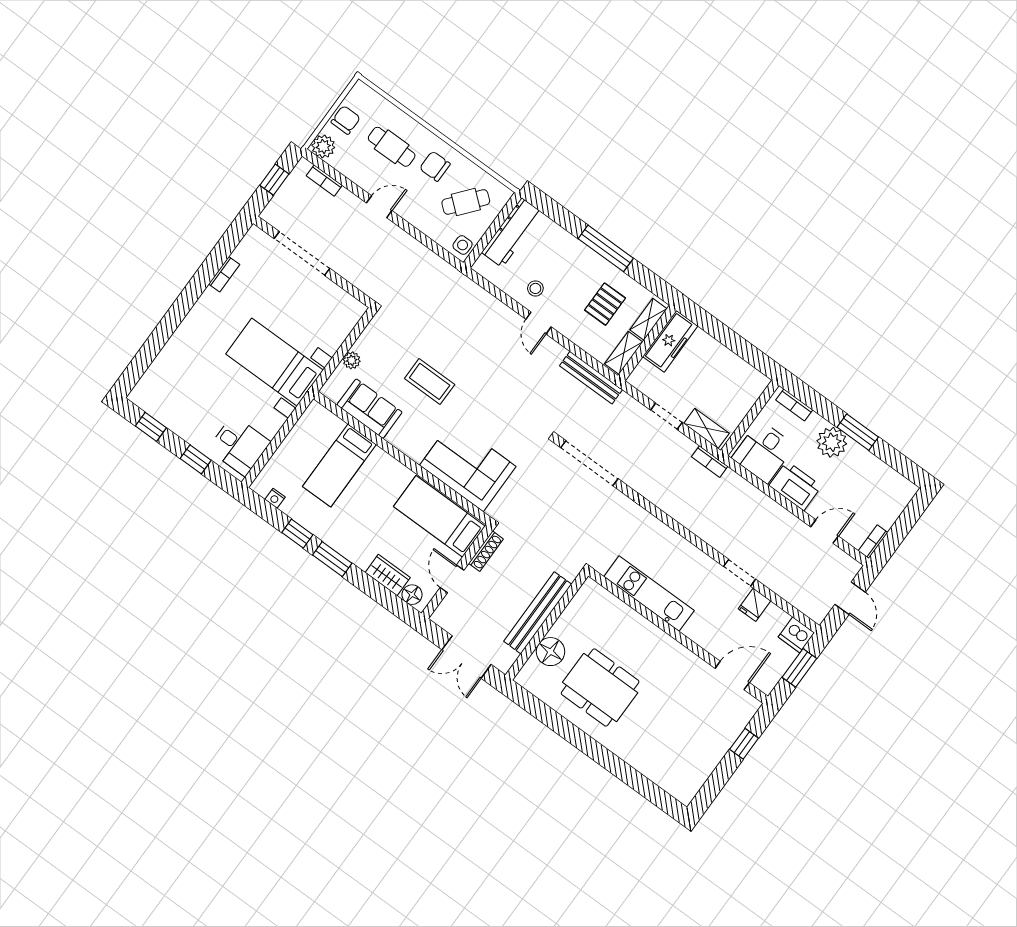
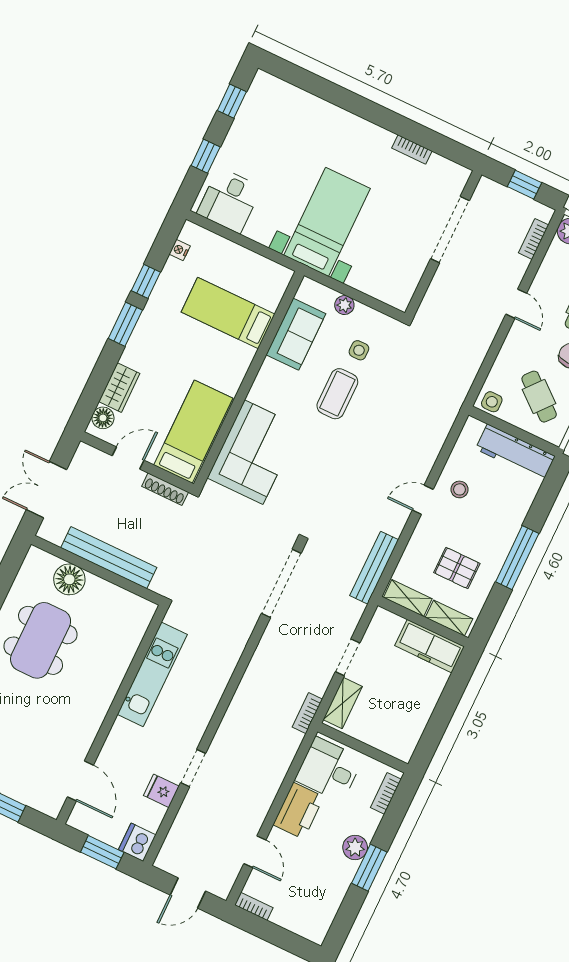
side table: (394, 355) -> (359, 350), added
plant: (832, 442) -> (355, 847), width x0.73, depth x0.73

